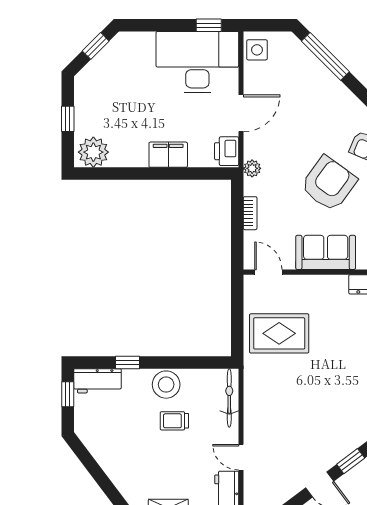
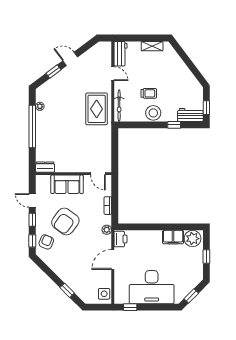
window: (325, 56) -> (67, 290), width x0.46
desk: (197, 62) -> (152, 287), moved
filing cabinet: (168, 155) -> (173, 237), moved
rug: (279, 333) -> (97, 109), moved, turned 90

